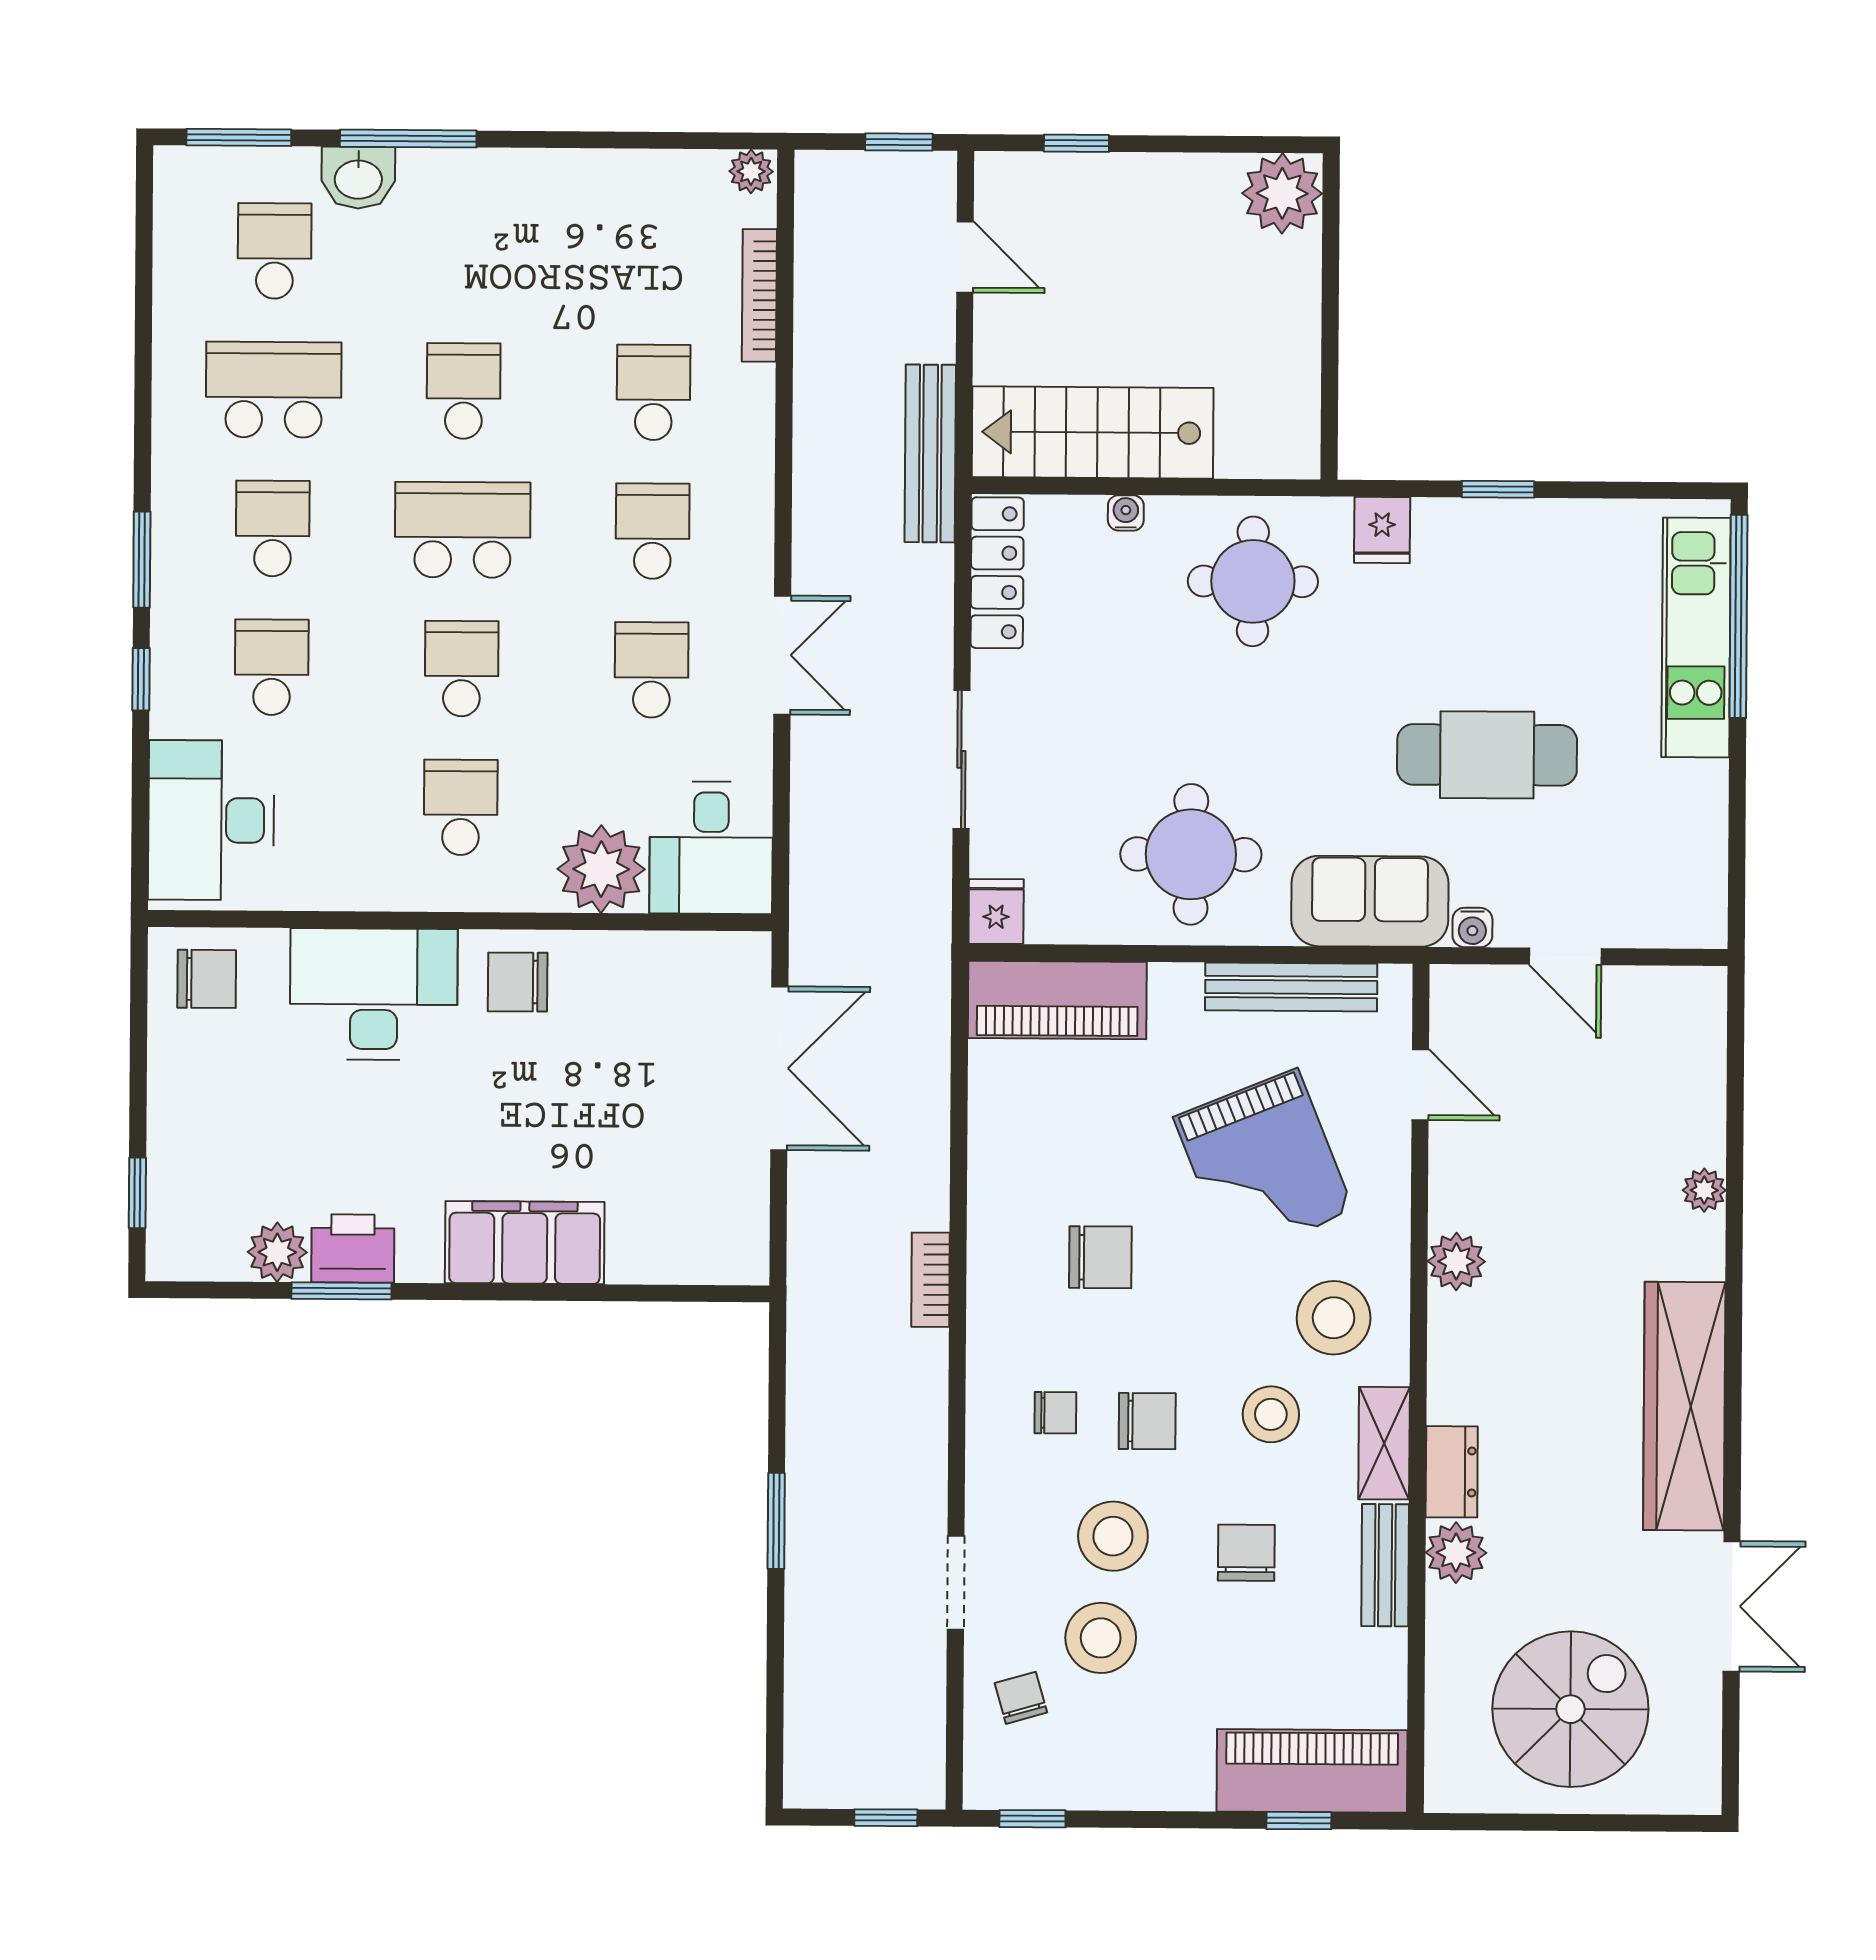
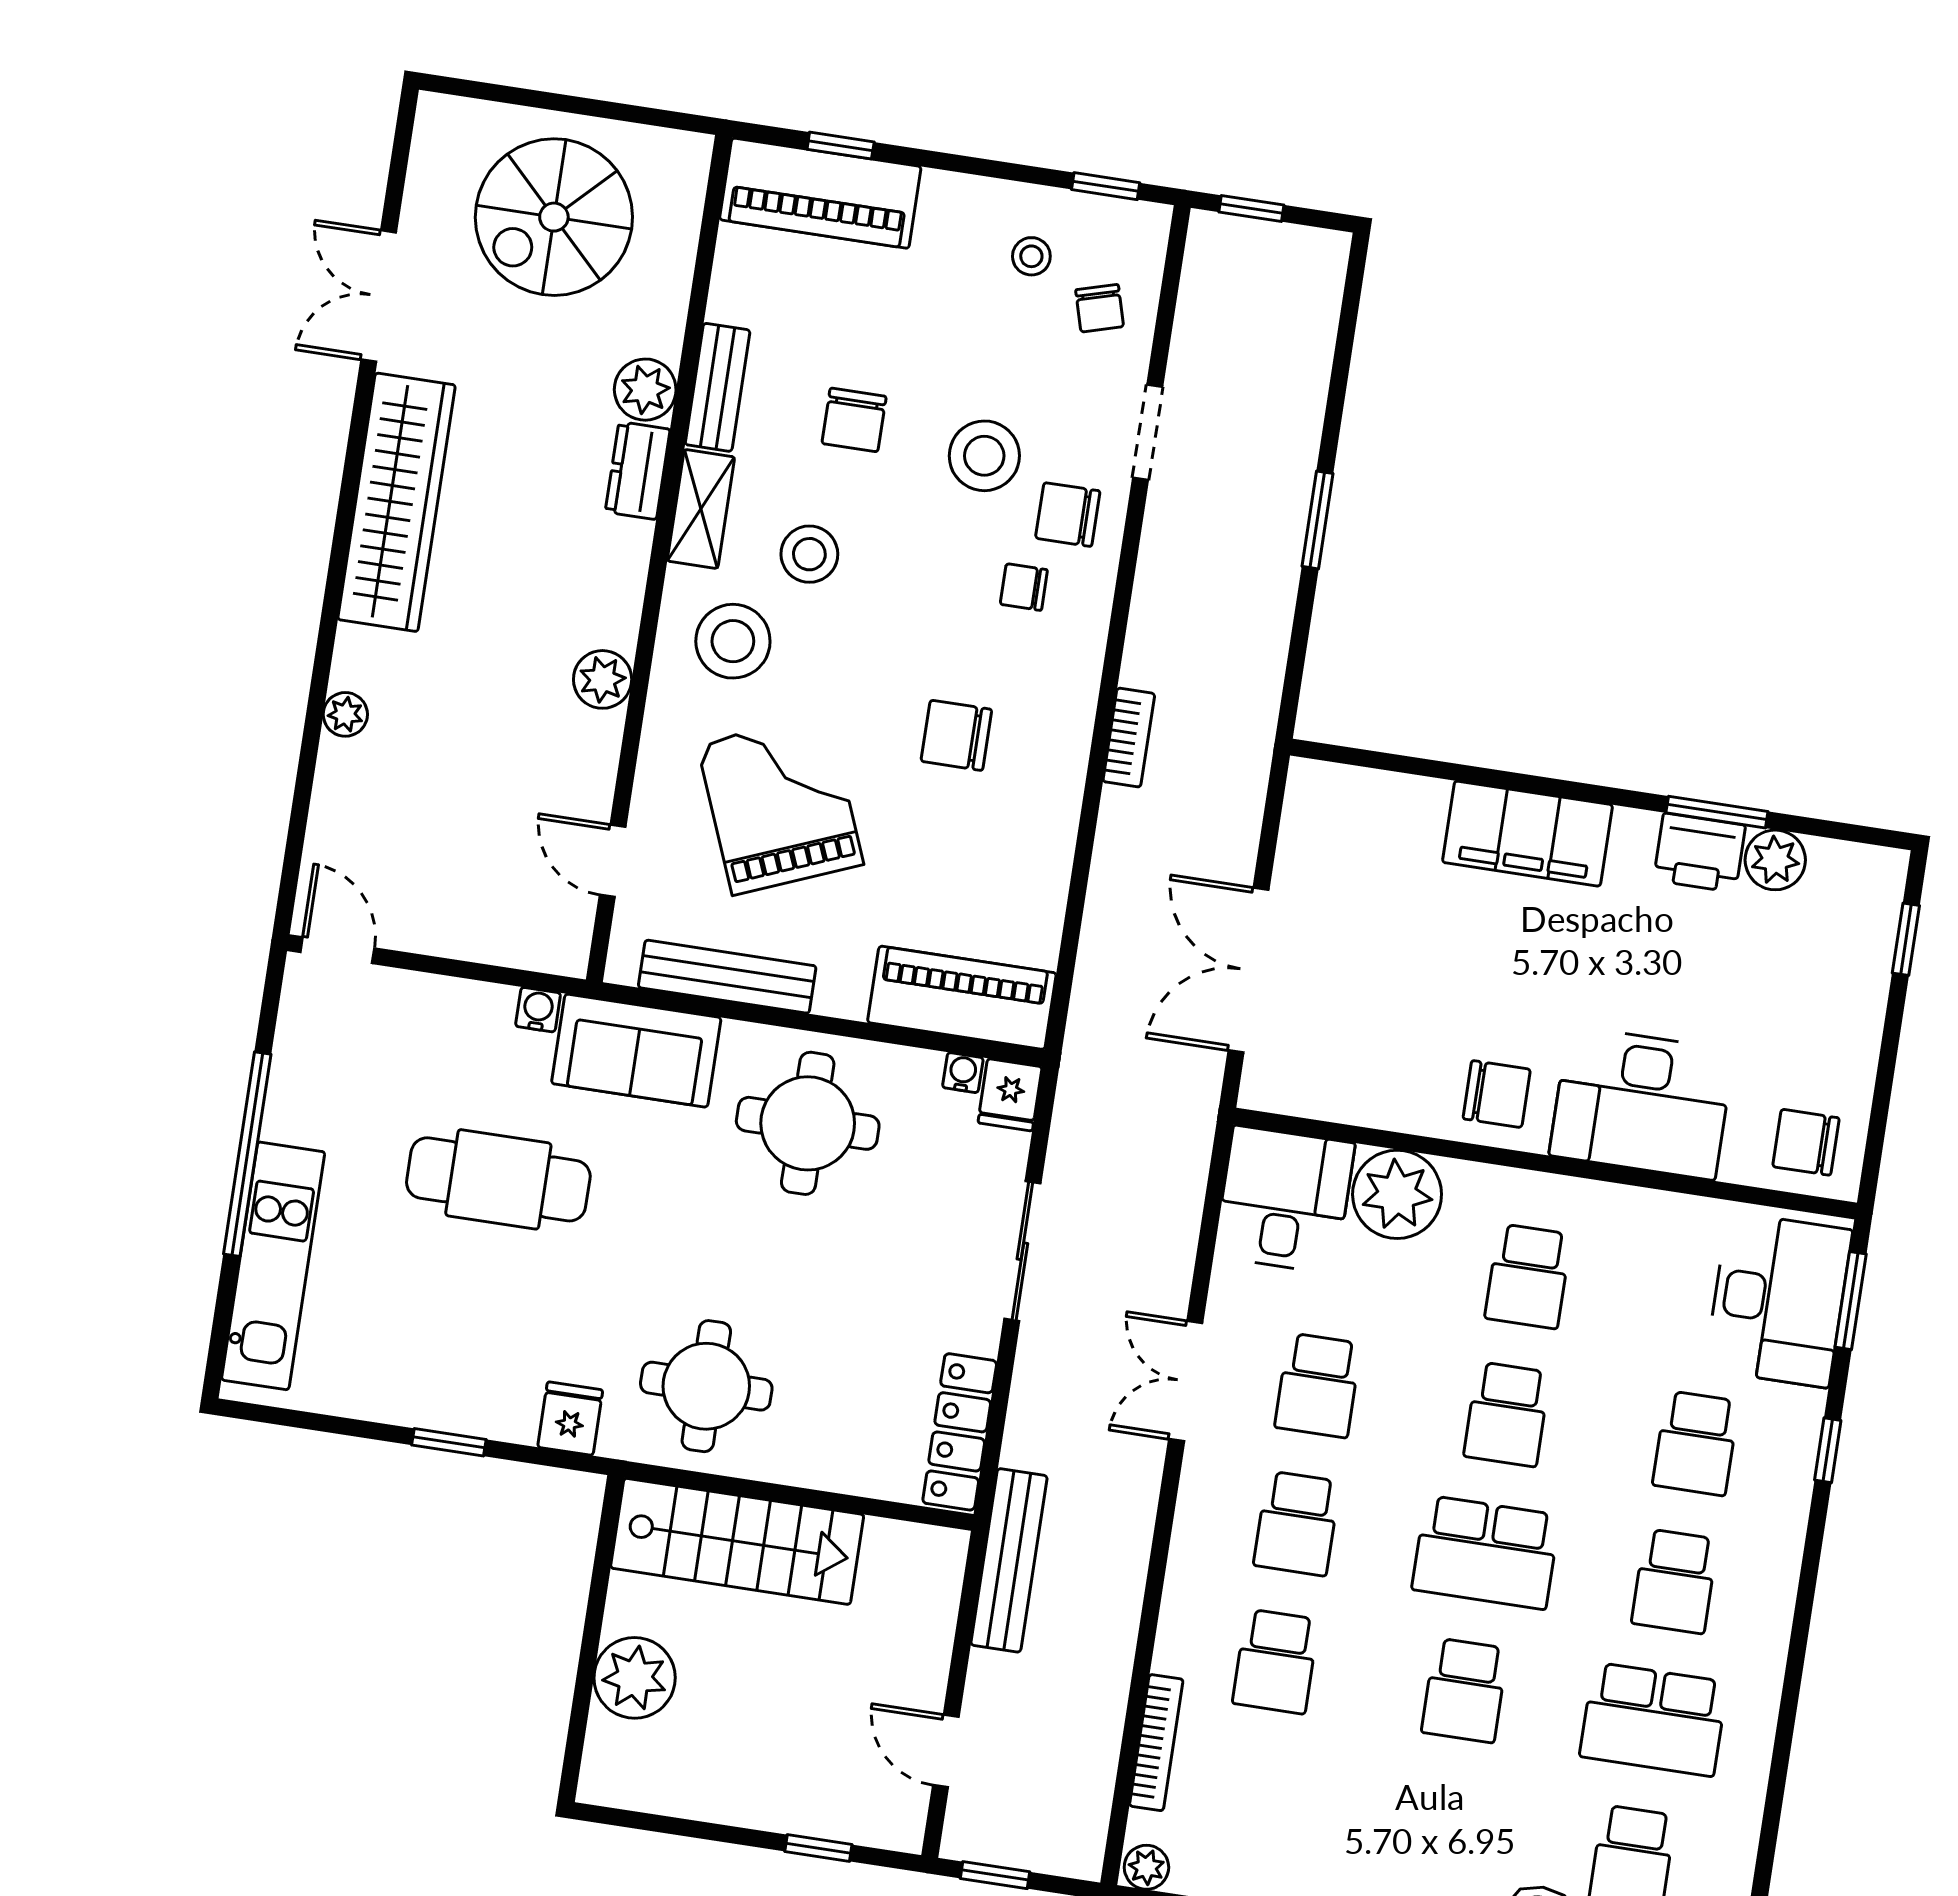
plant: (1282, 193) -> (635, 1678), moved
stairs: (1093, 432) -> (737, 1541), moved
water cooler: (1126, 513) -> (963, 1073), moved, turned 180
window: (142, 560) -> (1851, 1301), moved
window: (1738, 616) -> (247, 1154), moved
door: (1565, 956) -> (337, 950), moved
chair: (1147, 1421) -> (1068, 515), moved
stool: (1101, 1638) -> (1031, 256), moved, width x0.53, depth x0.53

